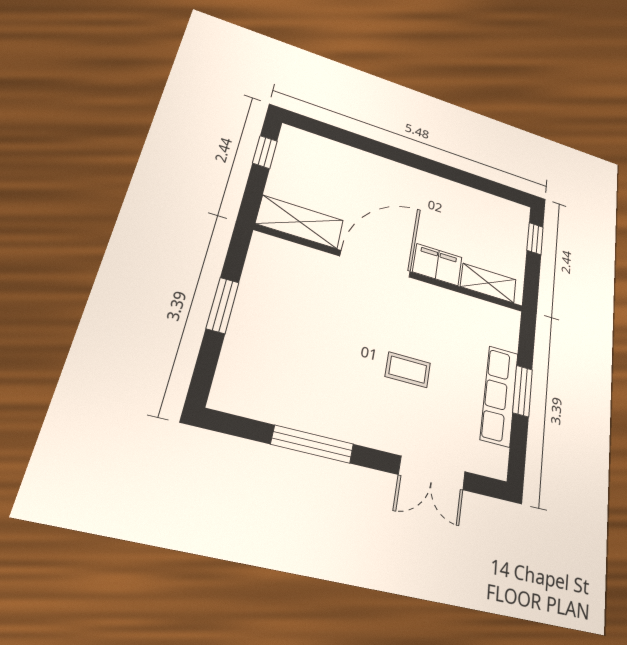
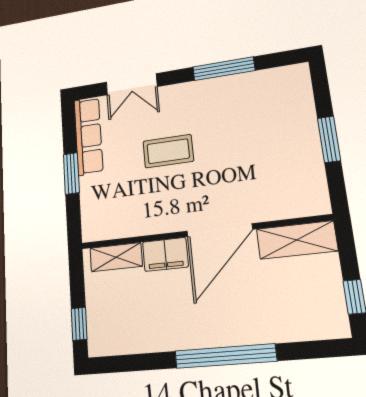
window: (403, 157) -> (225, 356), added
coffee table: (408, 370) -> (168, 151), width x1.36, depth x1.30
row of seats: (499, 396) -> (88, 136), moved
double door: (432, 473) -> (132, 84), swing flipped

